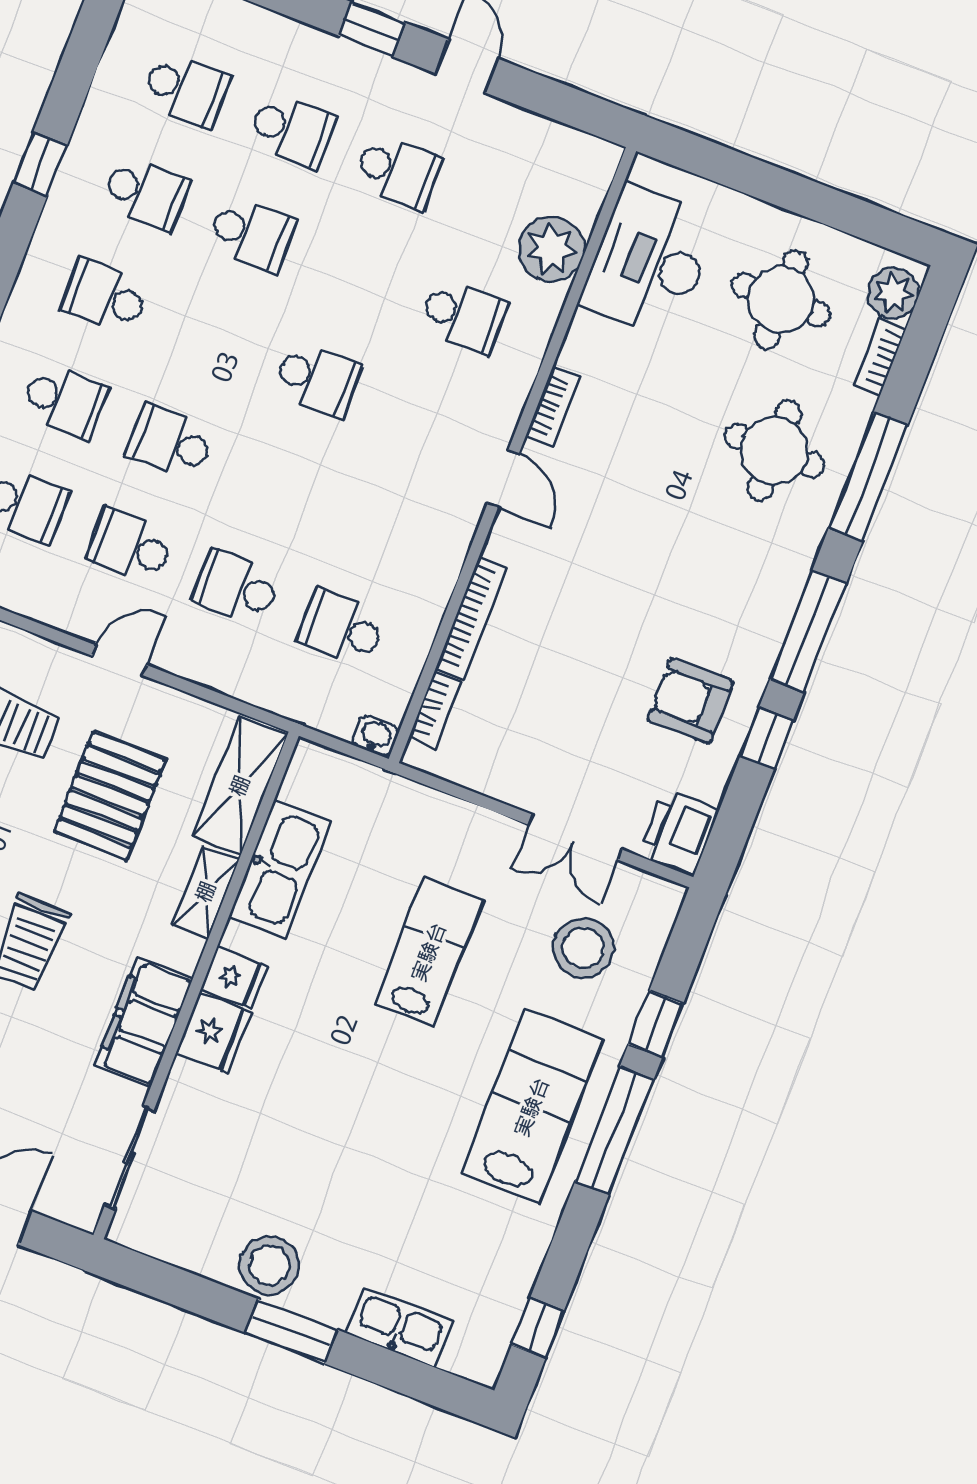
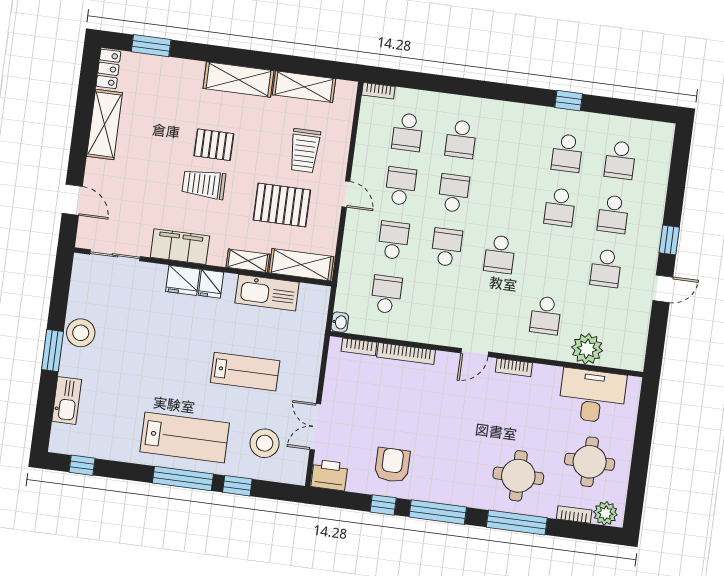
school desk: (105, 297) -> (447, 247), moved

